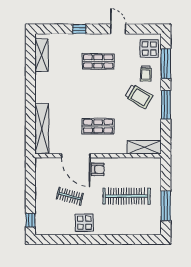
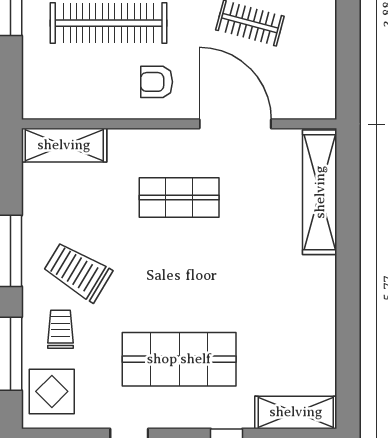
shelving: (42, 55) -> (296, 412), moved, turned 90
shop shelf: (98, 61) -> (179, 359), width x1.43, depth x1.36
armchair: (98, 169) -> (157, 82), moved

